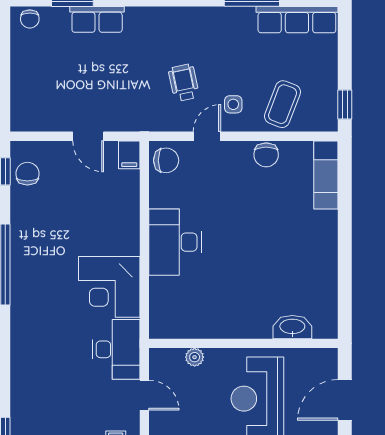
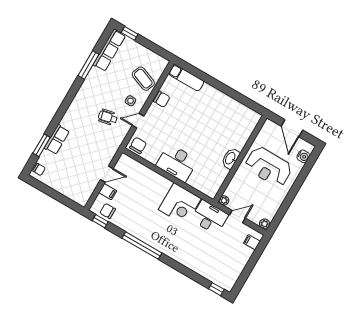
window: (345, 105) -> (130, 33), moved
door: (207, 136) -> (138, 121), hinge flipped
filing cabinet: (129, 155) -> (108, 192), moved
washbasin: (292, 327) -> (230, 158), moved
plant: (195, 357) -> (224, 200), moved

